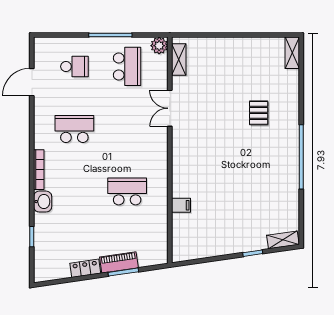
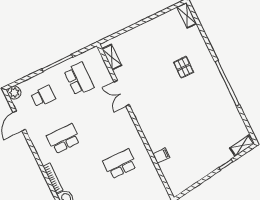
plant: (159, 46) -> (14, 93), moved

